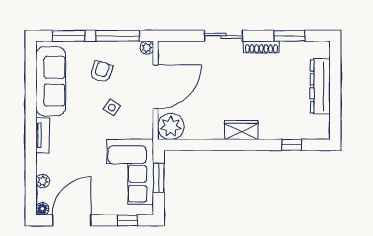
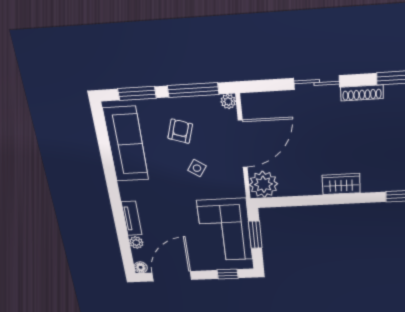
tv unit: (43, 135) -> (132, 218), moved

